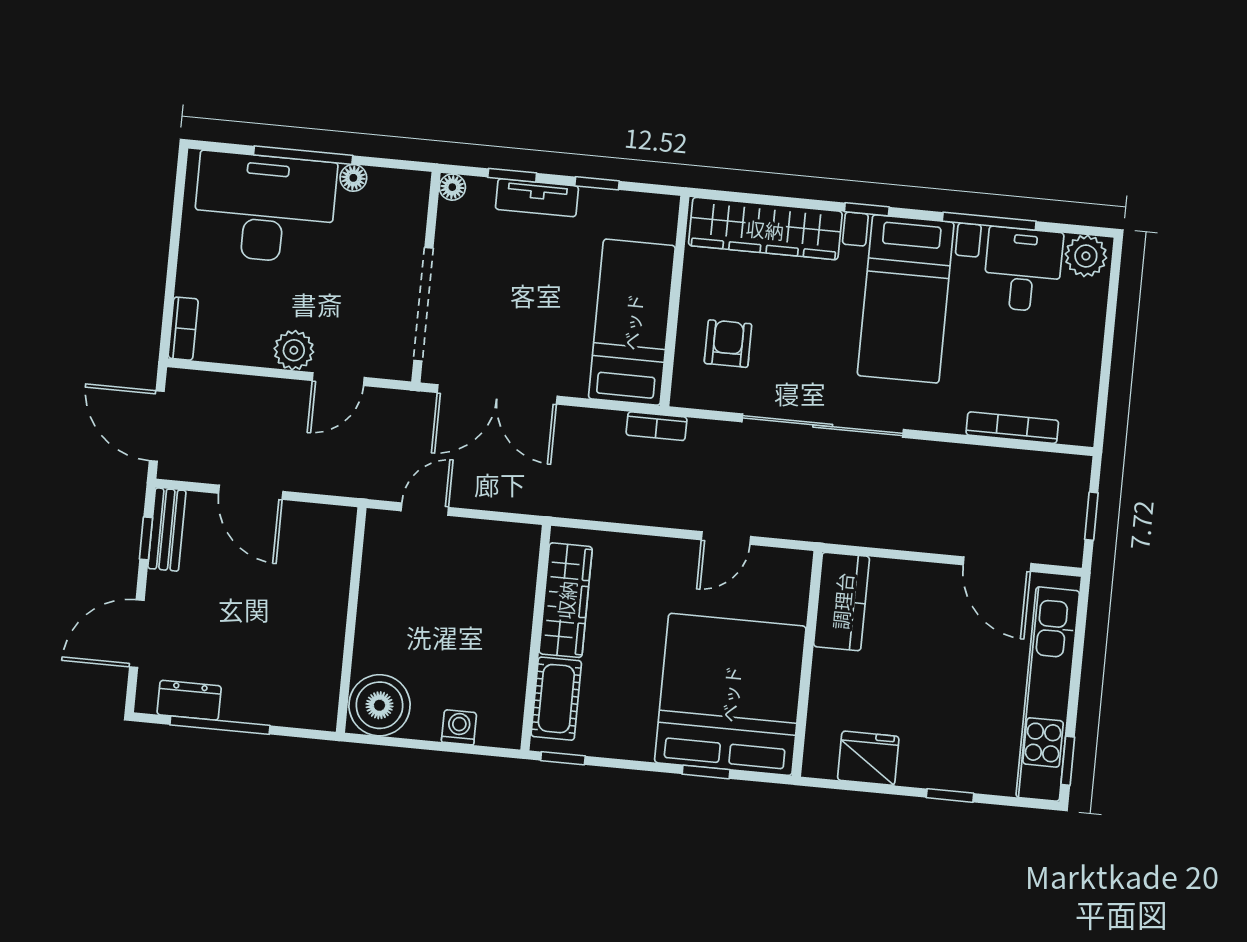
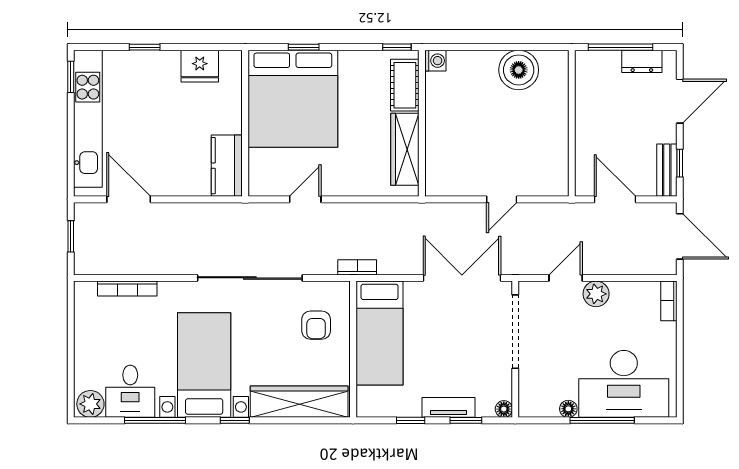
wall: (351, 620) -> (572, 123), moved
washing machine: (459, 727) -> (435, 61), moved, turned -90

